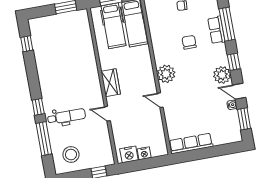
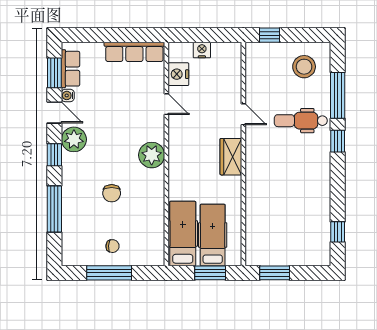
row of seats: (216, 30) -> (71, 69), moved
door: (160, 100) -> (166, 104), moved
nightstand: (129, 154) -> (178, 74), moved, turned -90

